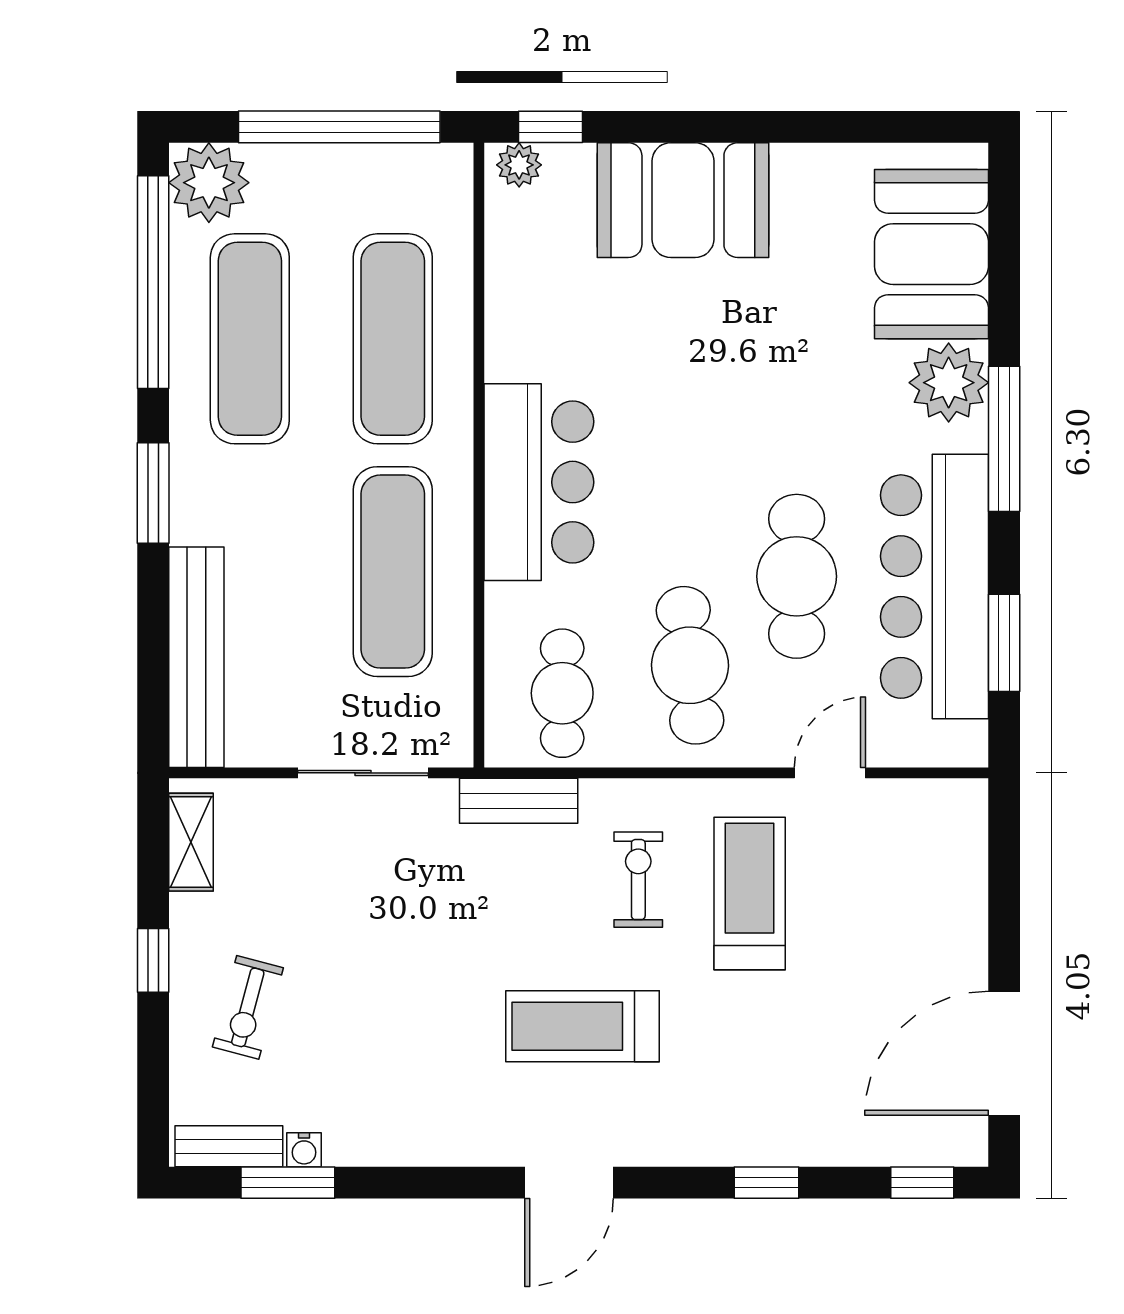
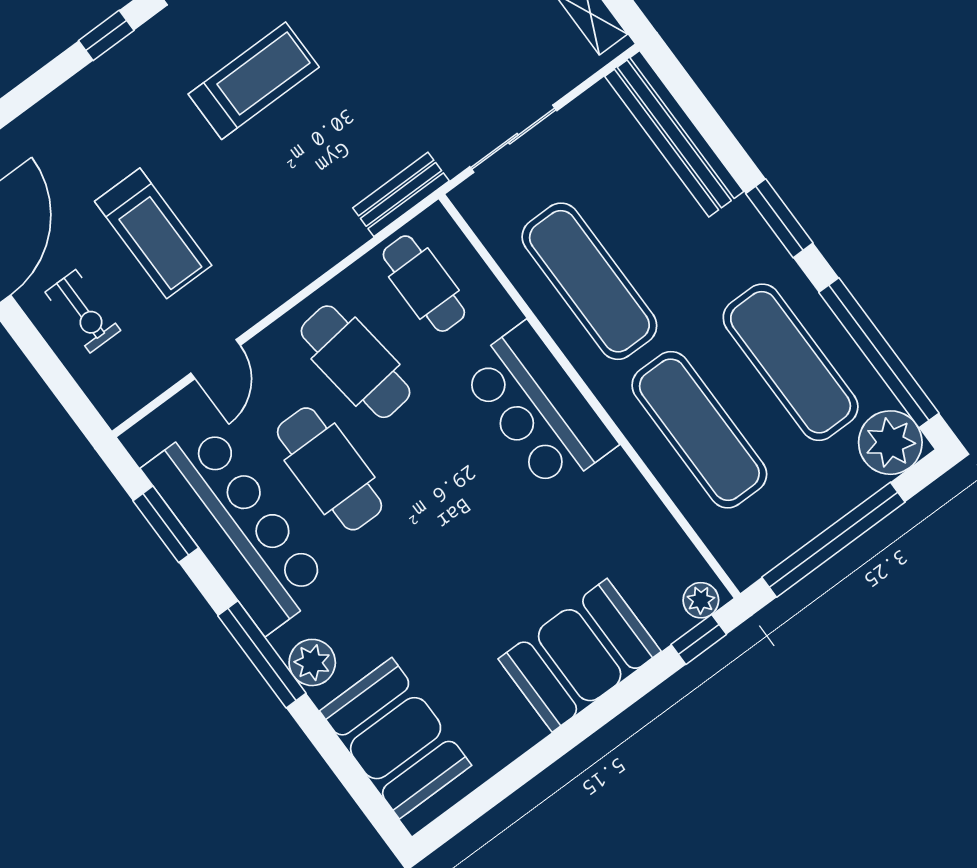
plant: (949, 383) -> (312, 662), width x0.73, depth x0.73
exercise bike: (638, 880) -> (83, 311), moved
treadmill: (750, 893) -> (153, 233), moved
window: (766, 1183) -> (106, 35), moved

